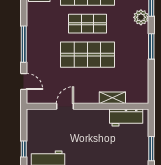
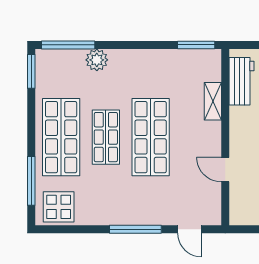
window: (151, 46) -> (196, 45), moved
door: (24, 81) -> (189, 229), swing flipped

